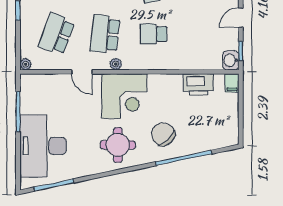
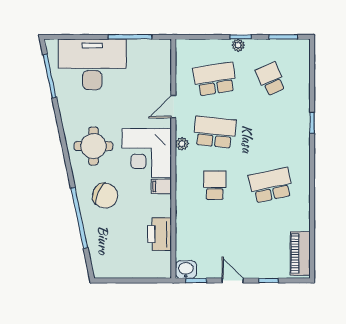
school desk: (57, 34) -> (215, 79), turned -30
plant: (26, 64) -> (238, 45), moved
filing cabinet: (232, 83) -> (161, 186), moved
chair: (163, 134) -> (105, 196), turned 69

